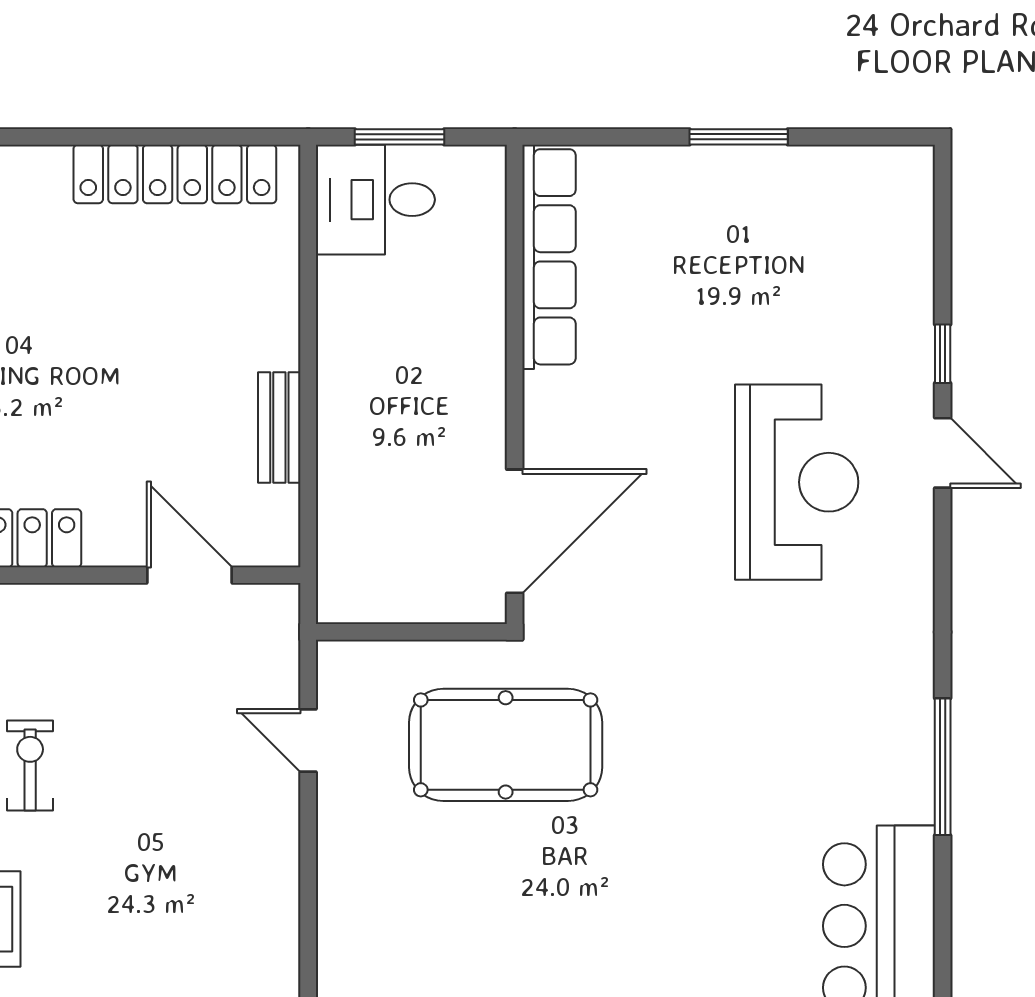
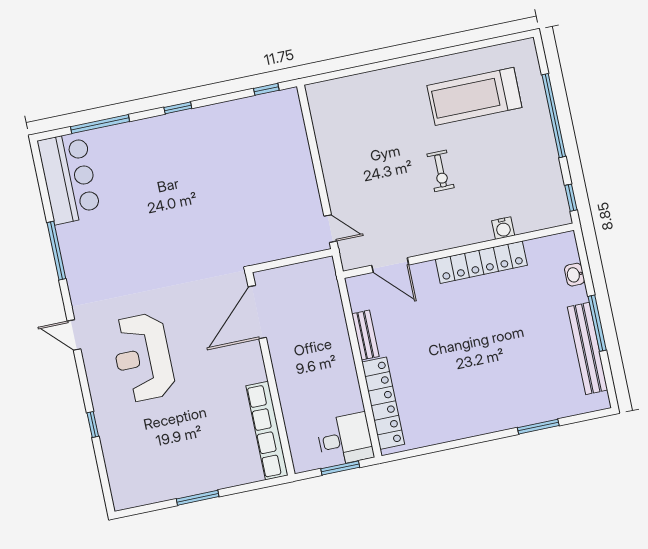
locker: (175, 174) -> (383, 403), moved, turned 90
door: (943, 453) -> (74, 335), moved
door: (308, 740) -> (330, 229), moved
pool table: (506, 745) -> (242, 221), removed

